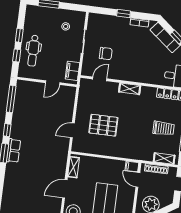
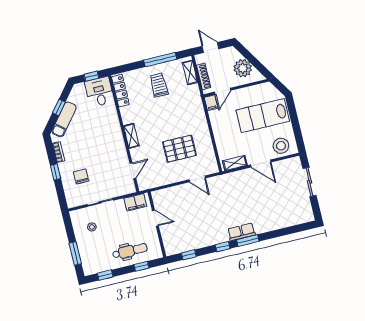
window: (19, 35) -> (105, 275), moved
chair: (106, 54) -> (81, 176), moved
door: (100, 79) -> (133, 171), swing flipped
window: (11, 99) -> (189, 255), width x0.46
pallet: (103, 125) -> (179, 149), turned 90

